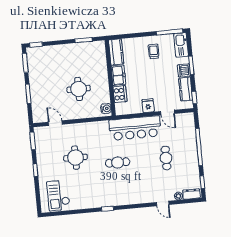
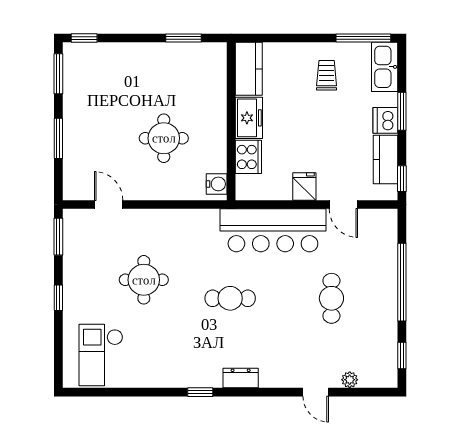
dresser: (191, 194) -> (241, 378), moved

